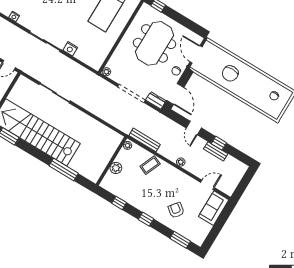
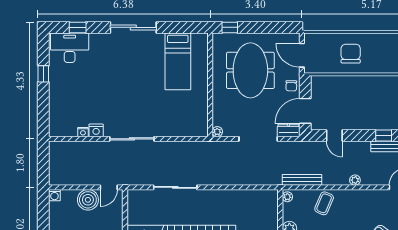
nightstand: (70, 49) -> (96, 130), moved
chair: (230, 73) -> (351, 54), turned 180
door: (175, 94) -> (305, 111), swing flipped
door: (194, 128) -> (334, 135), moved

